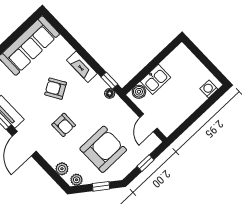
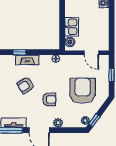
window: (109, 81) -> (19, 52), moved
plant: (62, 169) -> (58, 123), moved
window: (101, 186) -> (94, 120), moved

